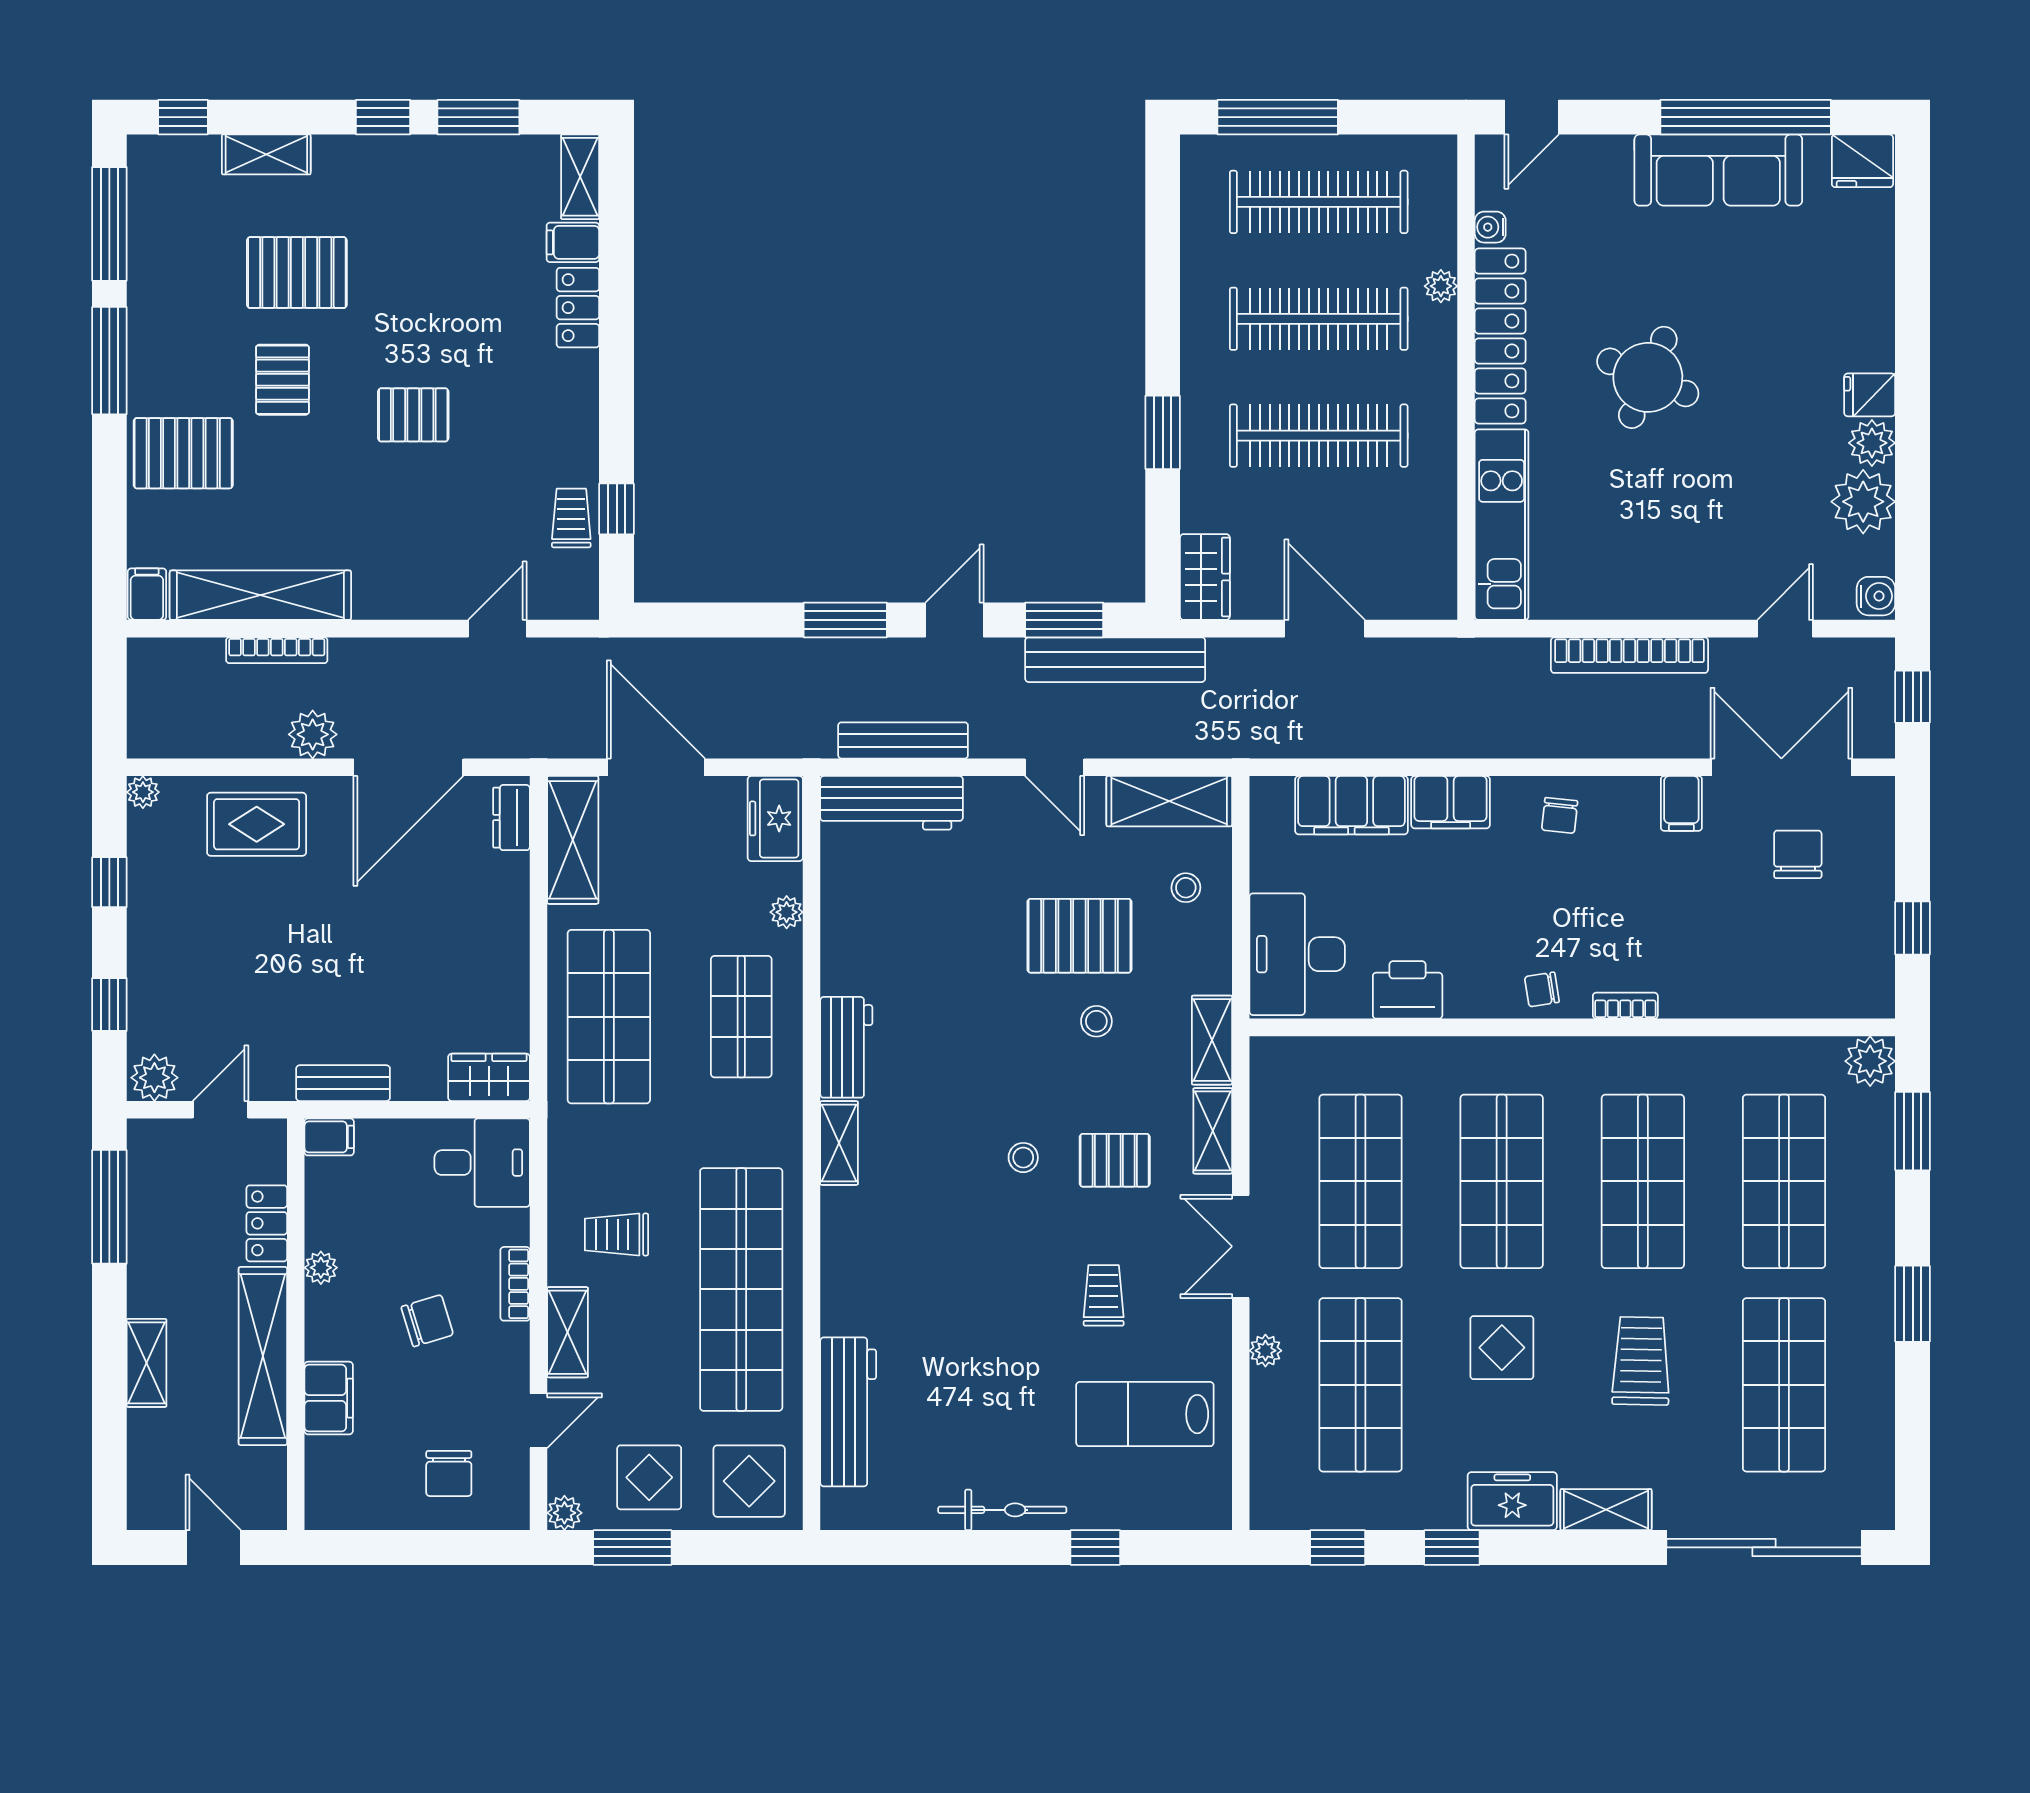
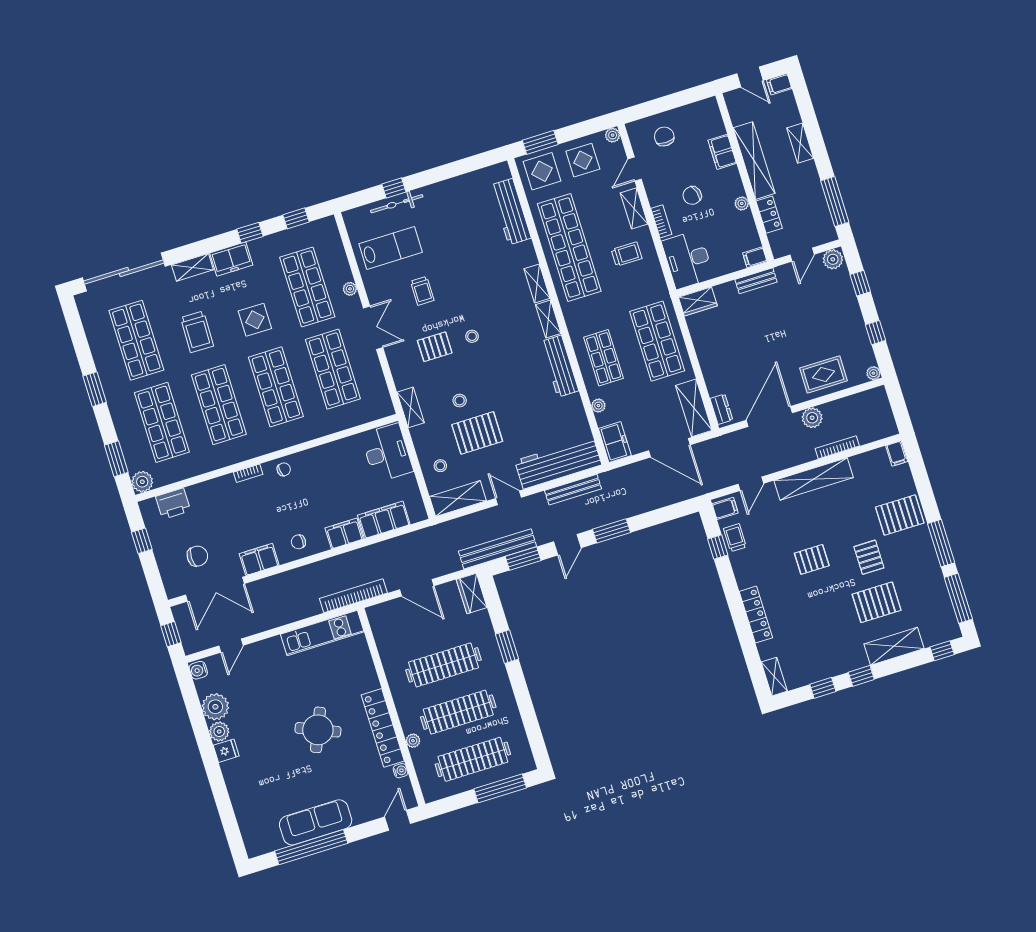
window: (478, 117) -> (823, 688), width x0.67
shelving: (266, 154) -> (894, 646), width x1.50, depth x1.33
fridge: (1862, 161) -> (259, 844), removed
filing cabinet: (573, 242) -> (725, 508), moved
locker: (578, 308) -> (756, 615), width x1.53
trolley: (571, 518) -> (735, 538), turned 180
kitchen unit: (1502, 525) -> (322, 633), moved, turned -90
shelving: (260, 595) -> (814, 479), moved
bookcase: (1629, 655) -> (353, 596), moved
workbench: (892, 803) -> (558, 463), width x1.36, depth x1.32
filing cabinet: (1681, 803) -> (259, 559), width x2.00
chair: (1560, 815) -> (298, 542), turned -96
chair: (1798, 854) -> (197, 556), turned -90
printer: (1408, 990) -> (173, 504), moved
workbench: (846, 1047) -> (560, 366), width x1.38
shelving: (1213, 1131) -> (537, 283), moved
desk: (482, 1163) -> (688, 260), width x1.37
bicycle: (1002, 1510) -> (397, 204), moved
filing cabinet: (153, 1511) -> (779, 84), added
window: (632, 1547) -> (540, 142), moved

